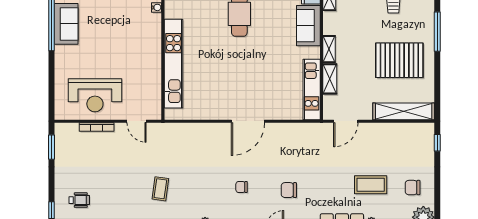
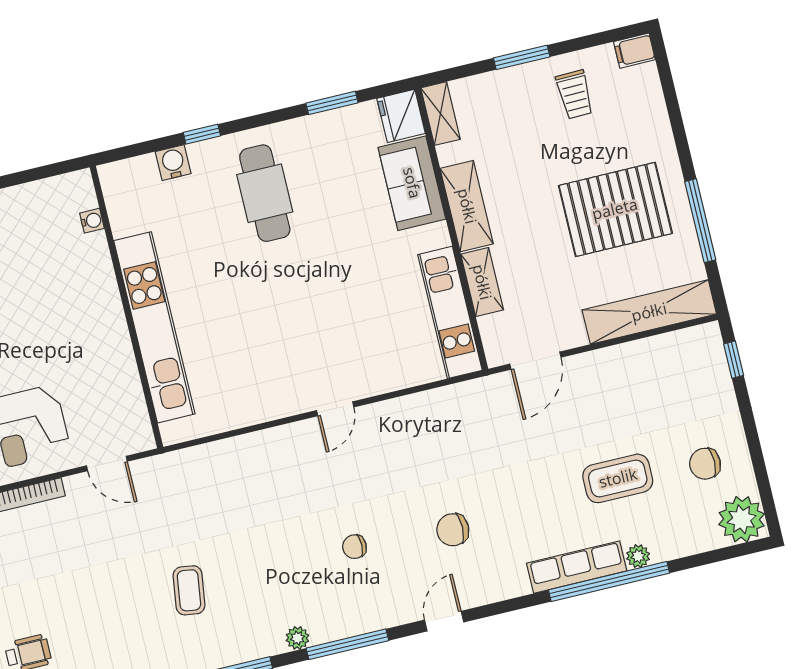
window: (437, 32) -> (700, 221), moved
shelving: (329, 49) -> (467, 206), width x1.50, depth x1.33
door: (248, 121) -> (335, 409), width x0.53

